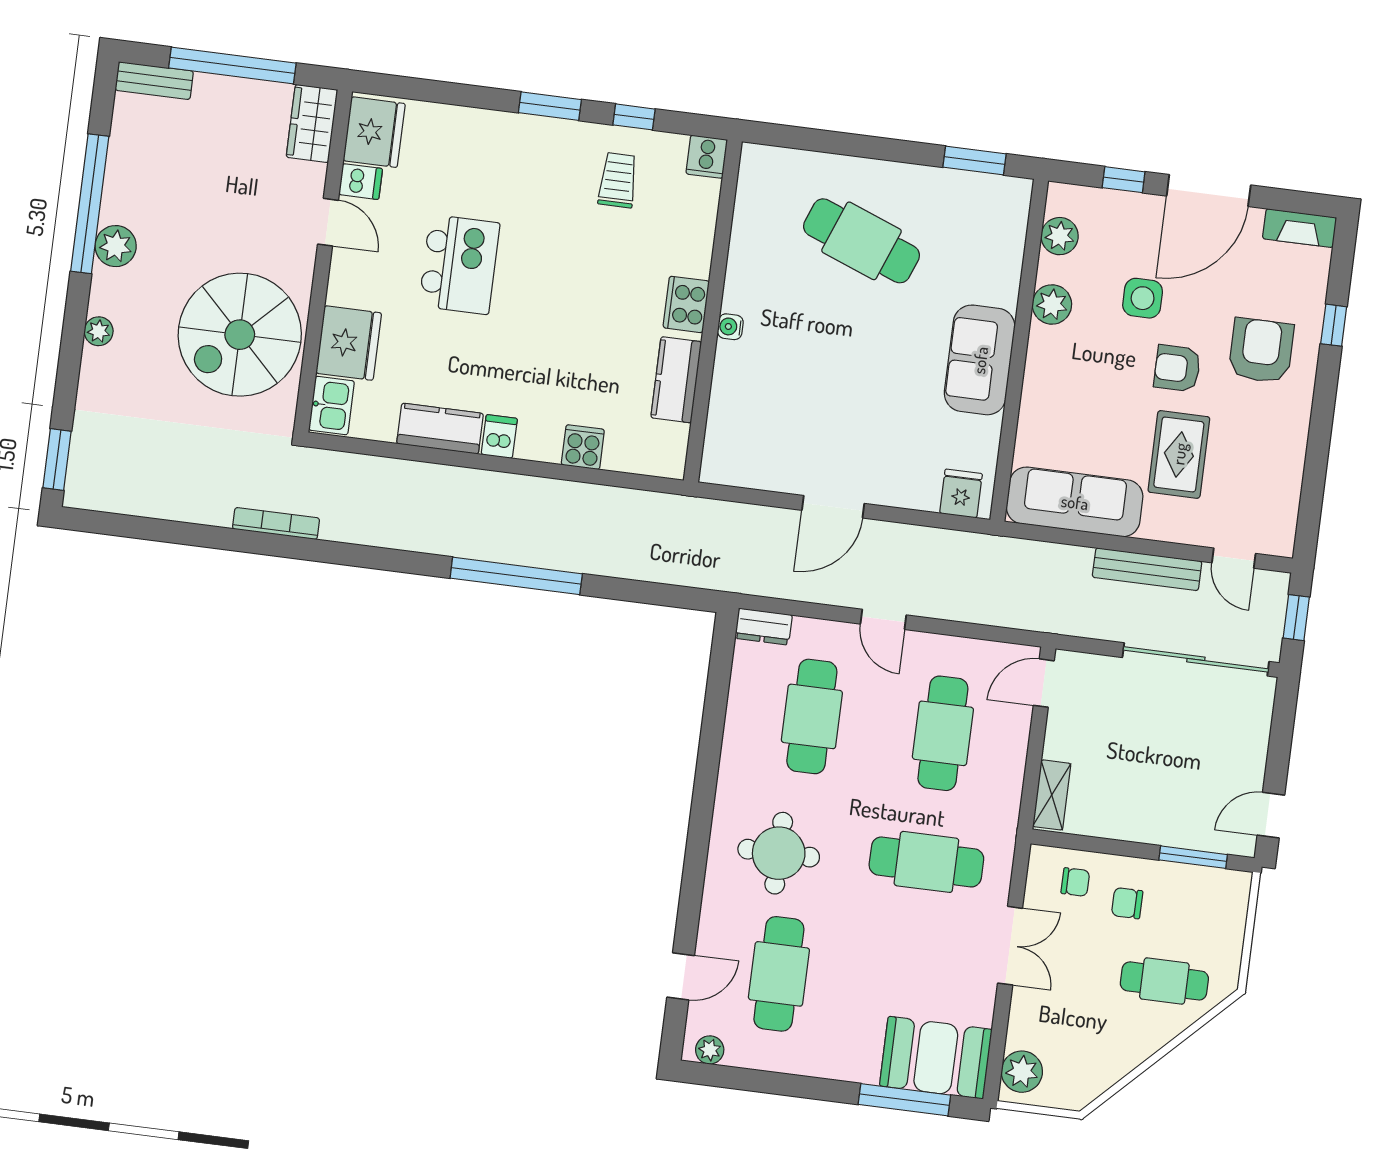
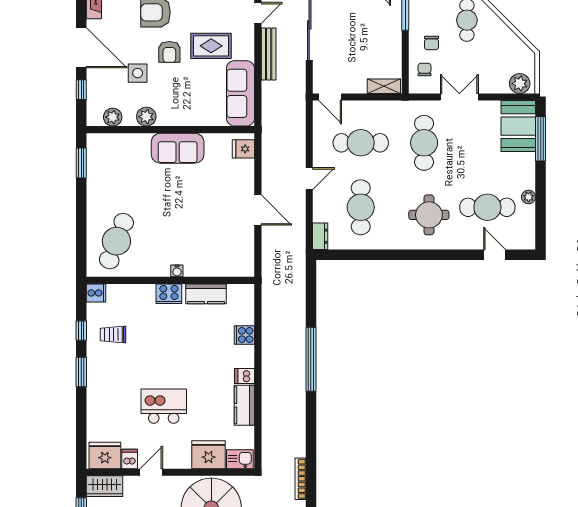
cafe table: (861, 241) -> (116, 241), moved
cafe table: (812, 716) -> (361, 207), turned 90
plant: (710, 1050) -> (529, 197), moved

